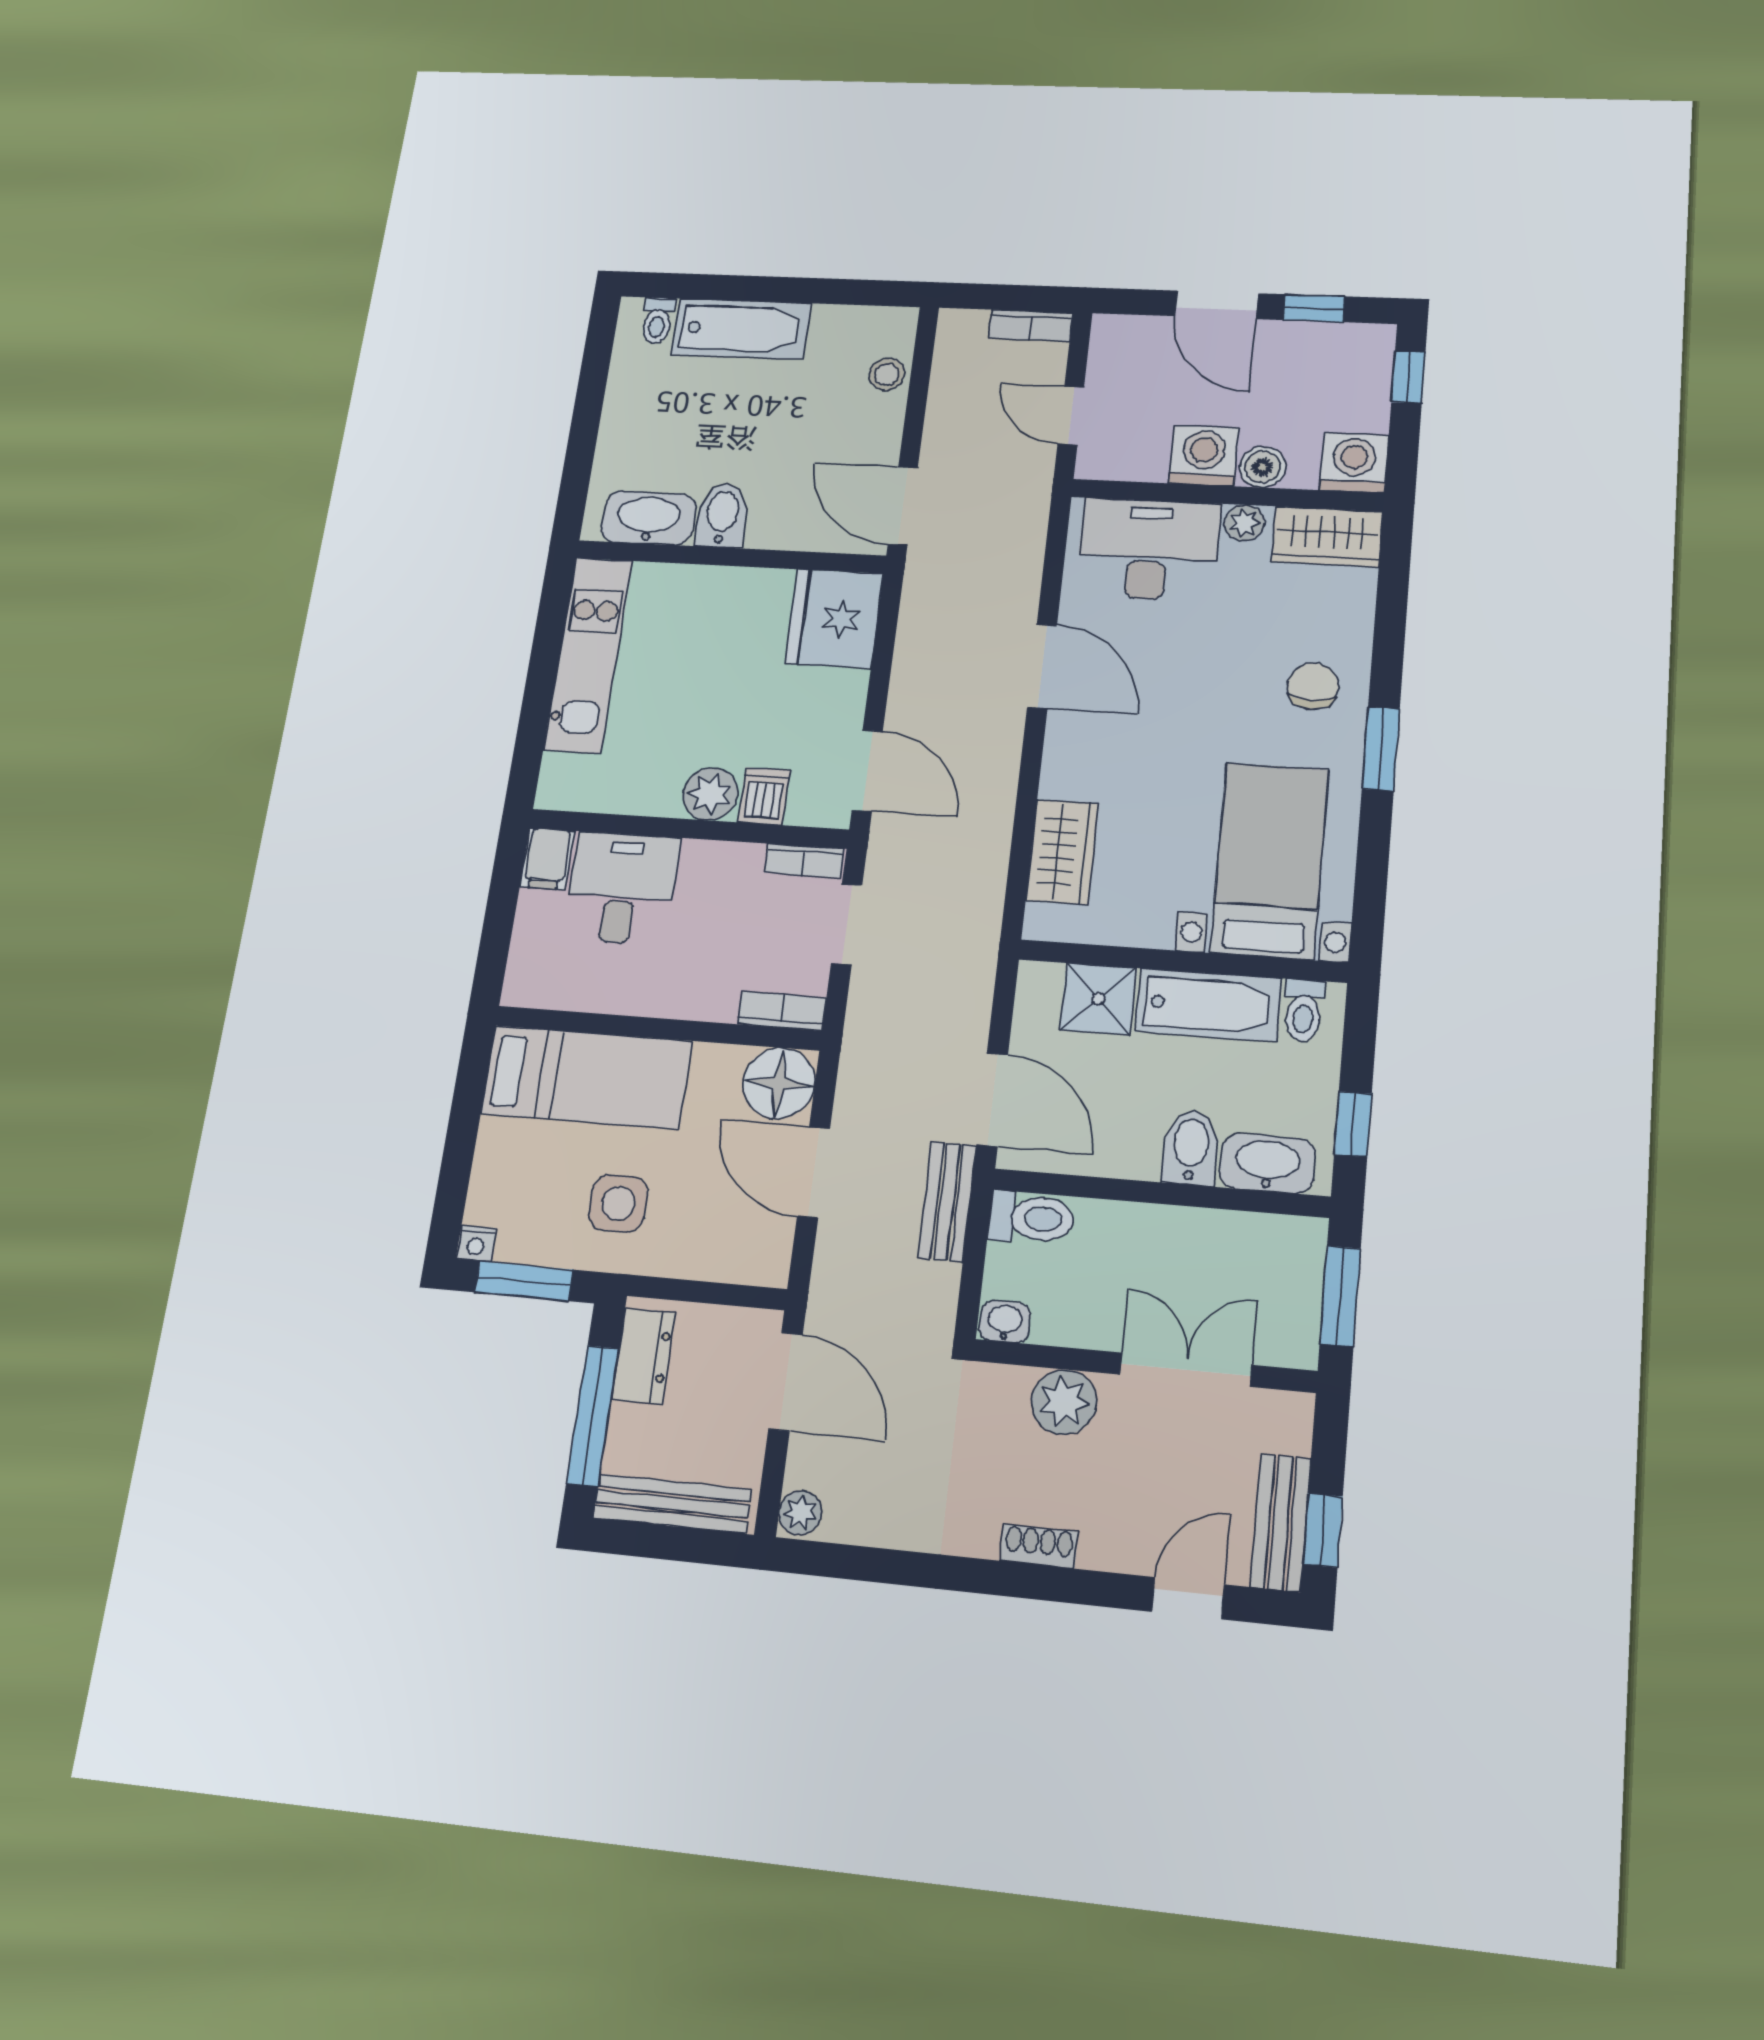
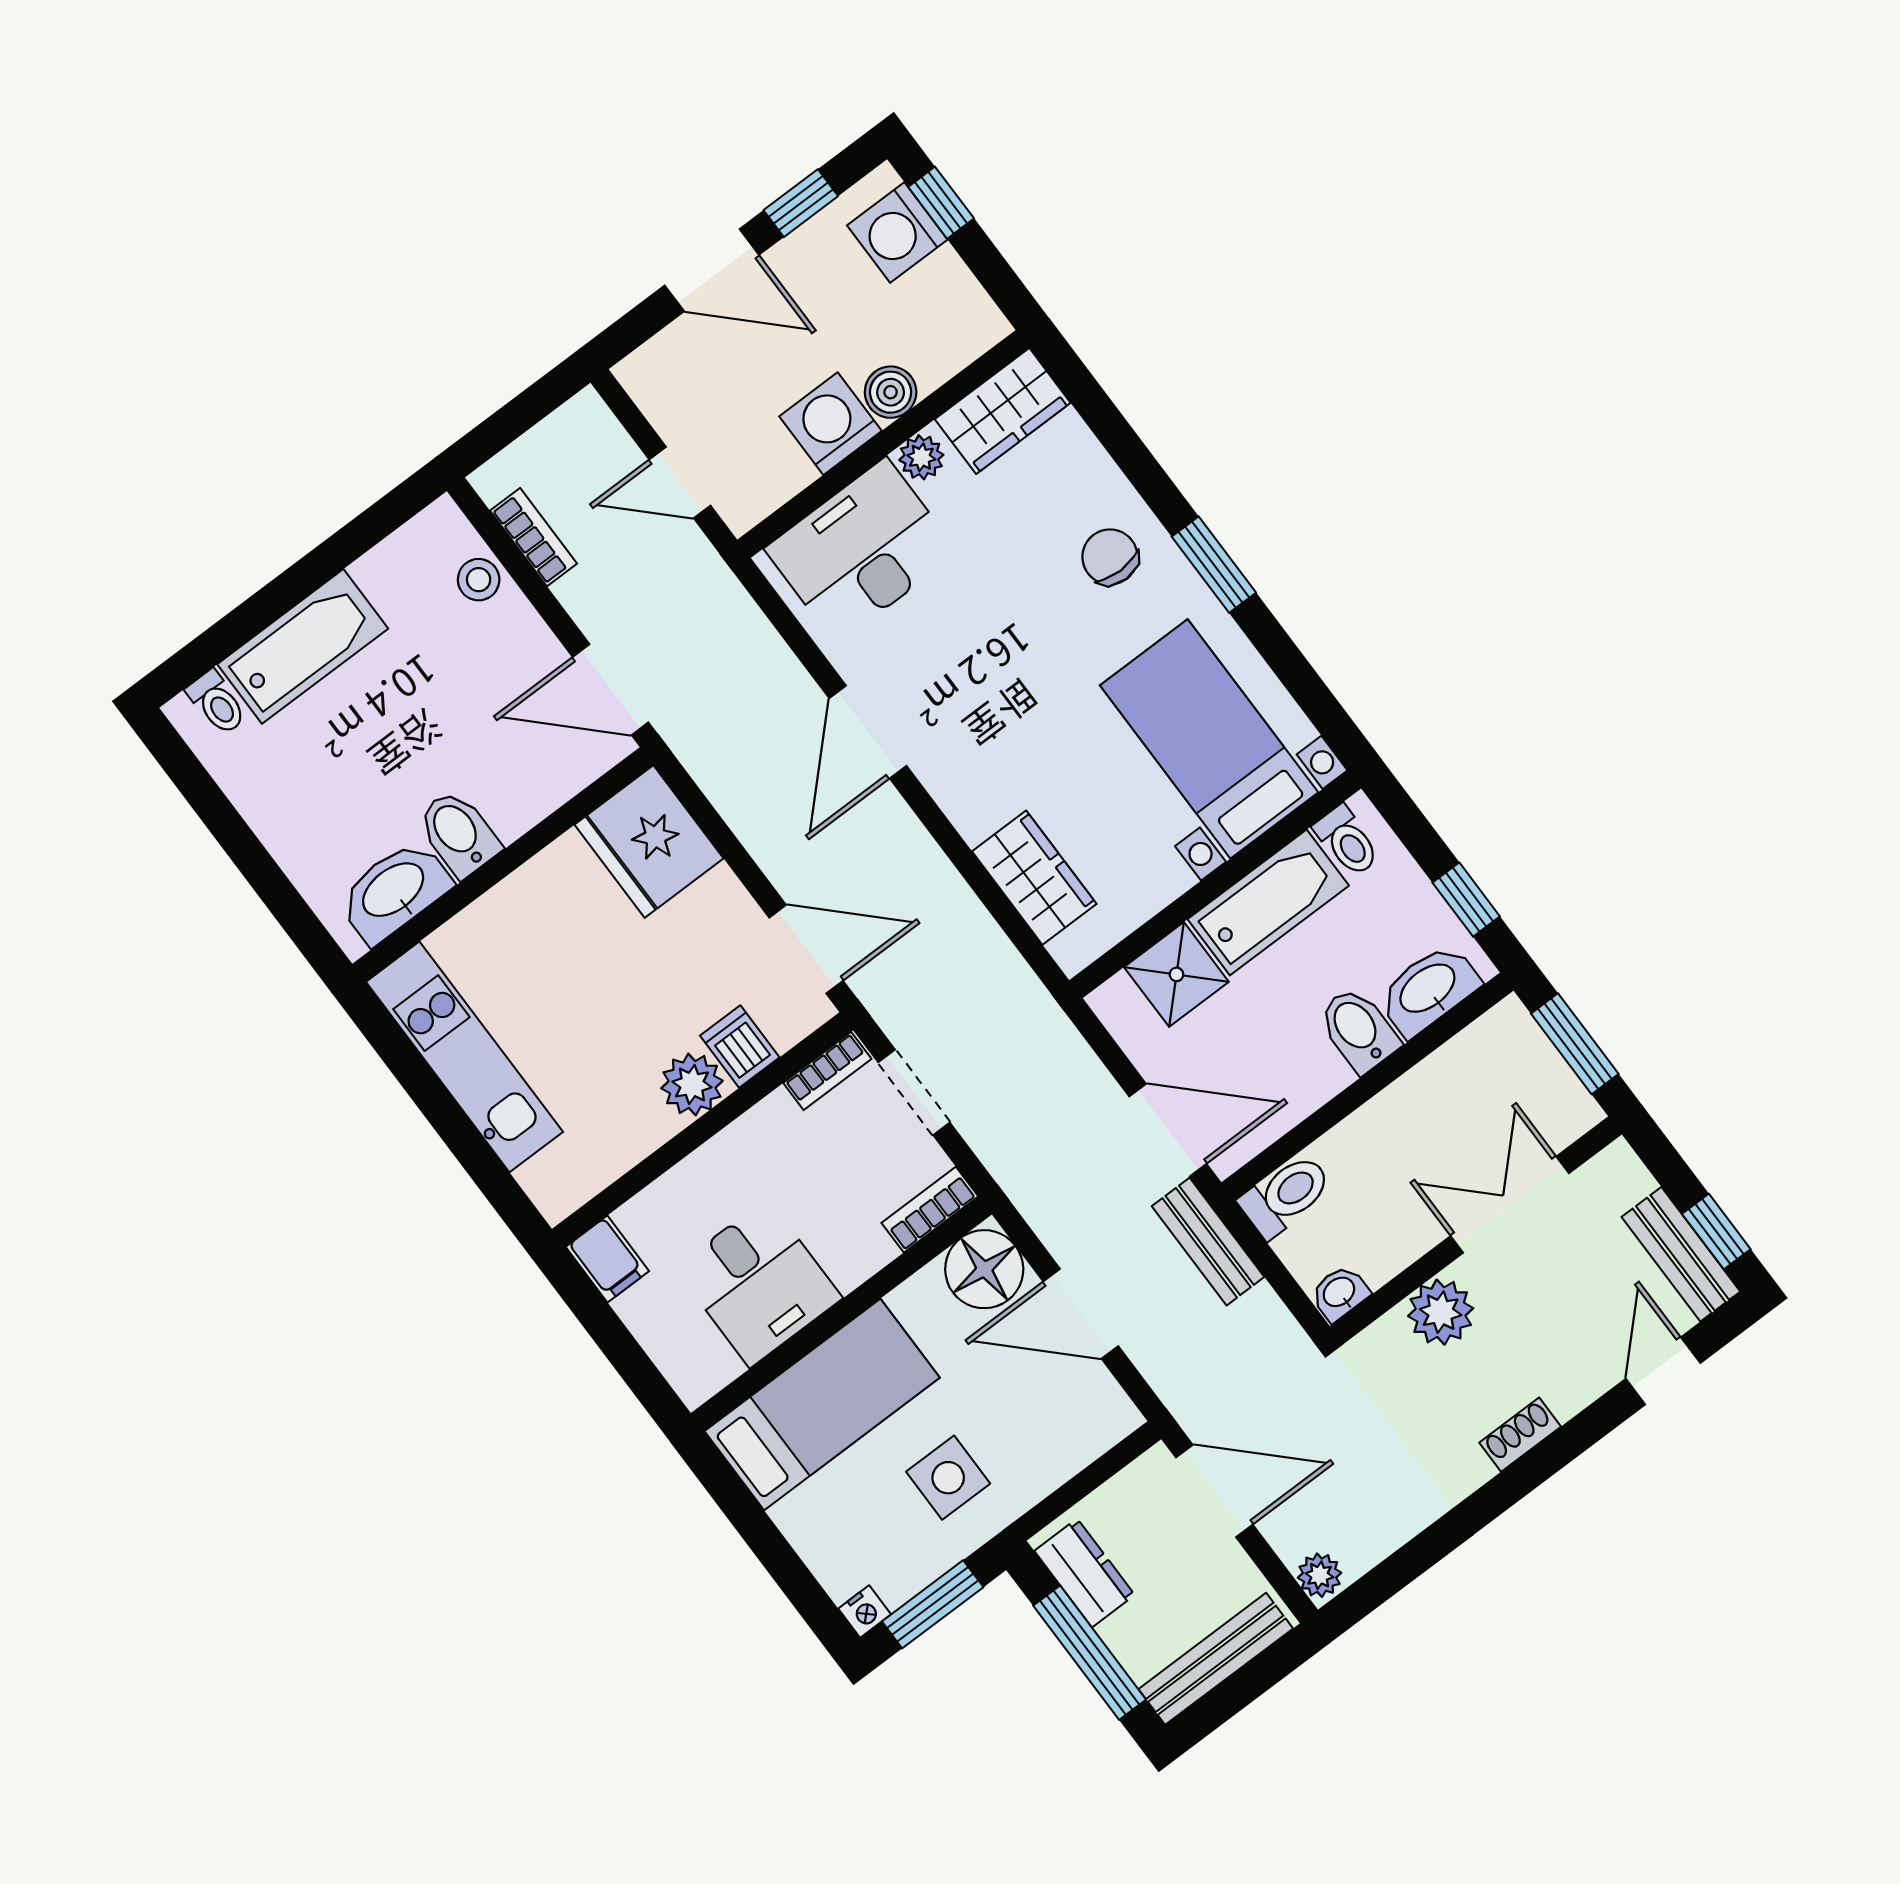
bookcase: (1031, 326) -> (533, 537), moved, turned -90
washing machine: (1354, 463) -> (897, 233), moved, turned -90
door: (1042, 666) -> (868, 732), swing flipped
desk: (621, 888) -> (758, 1283), moved, turned 180

